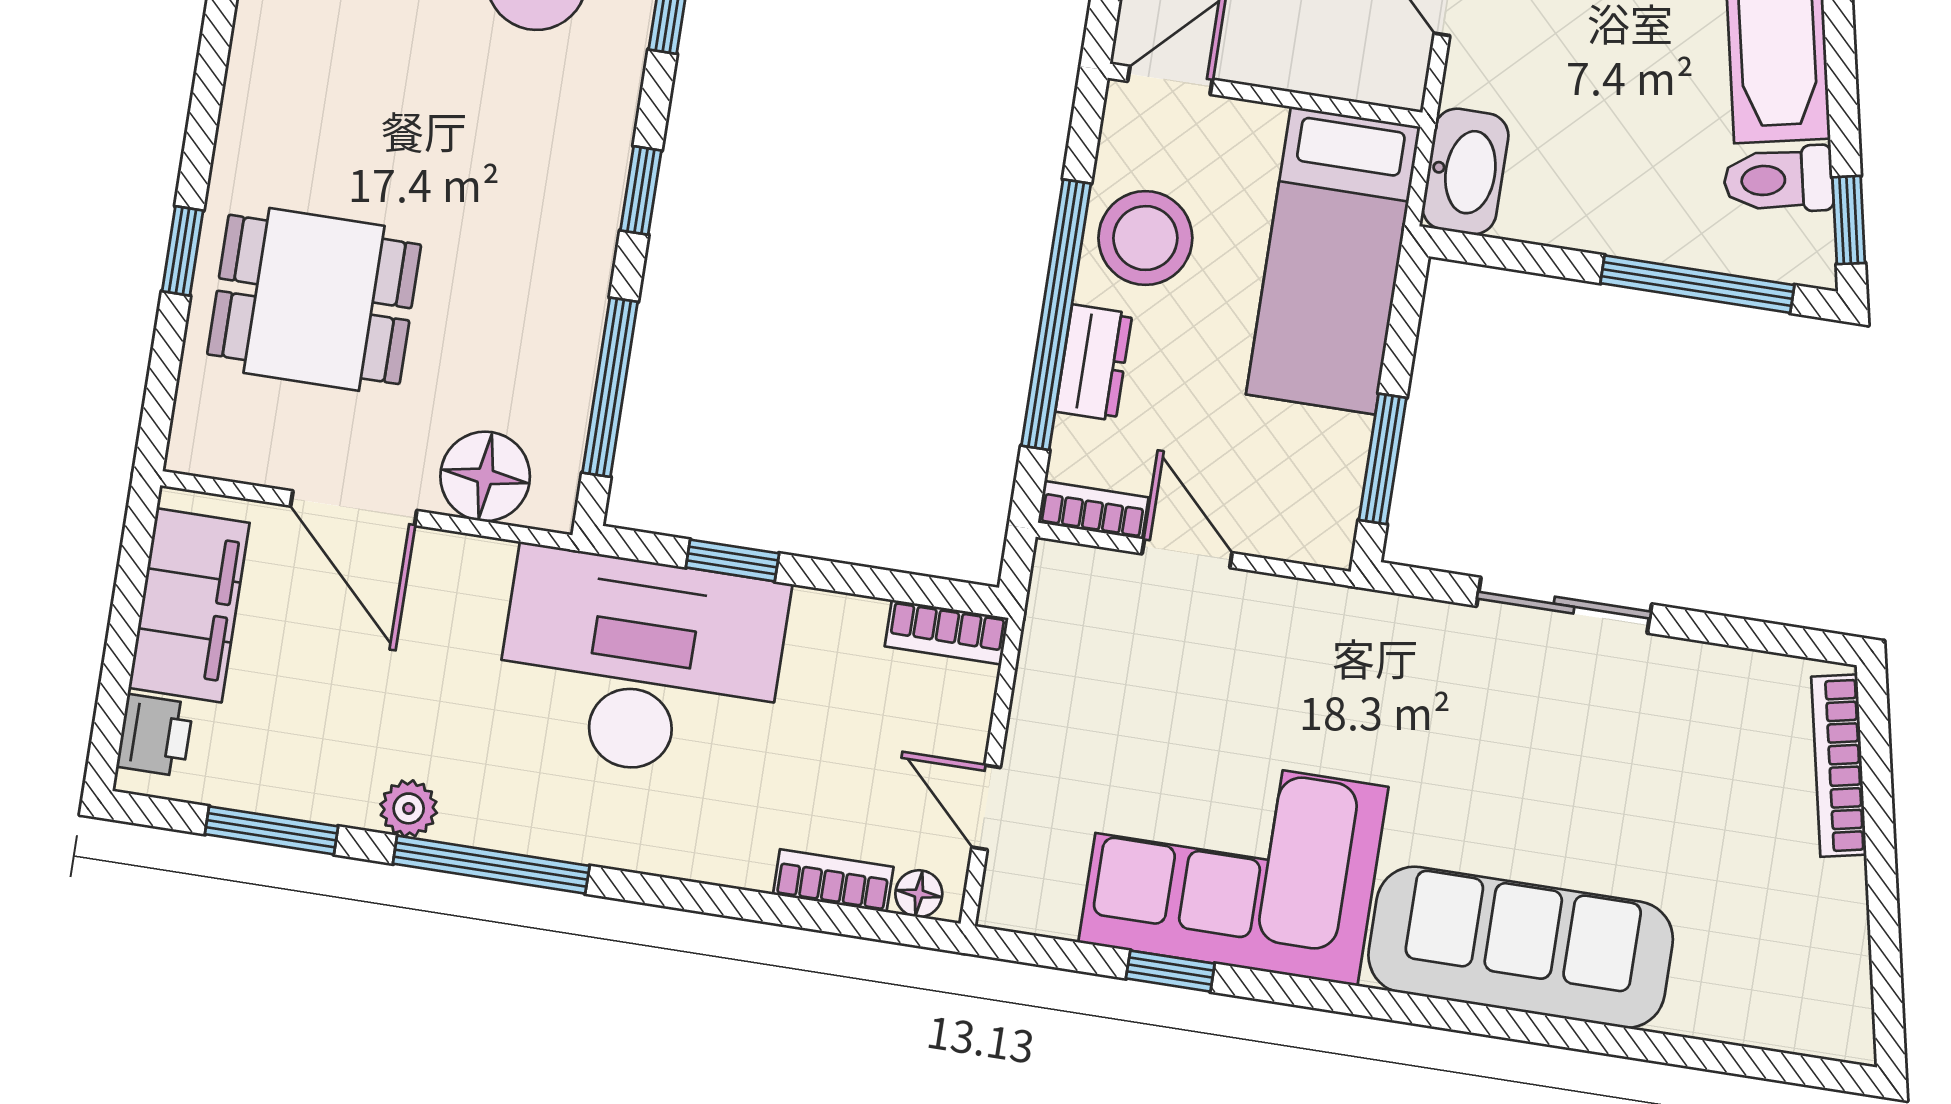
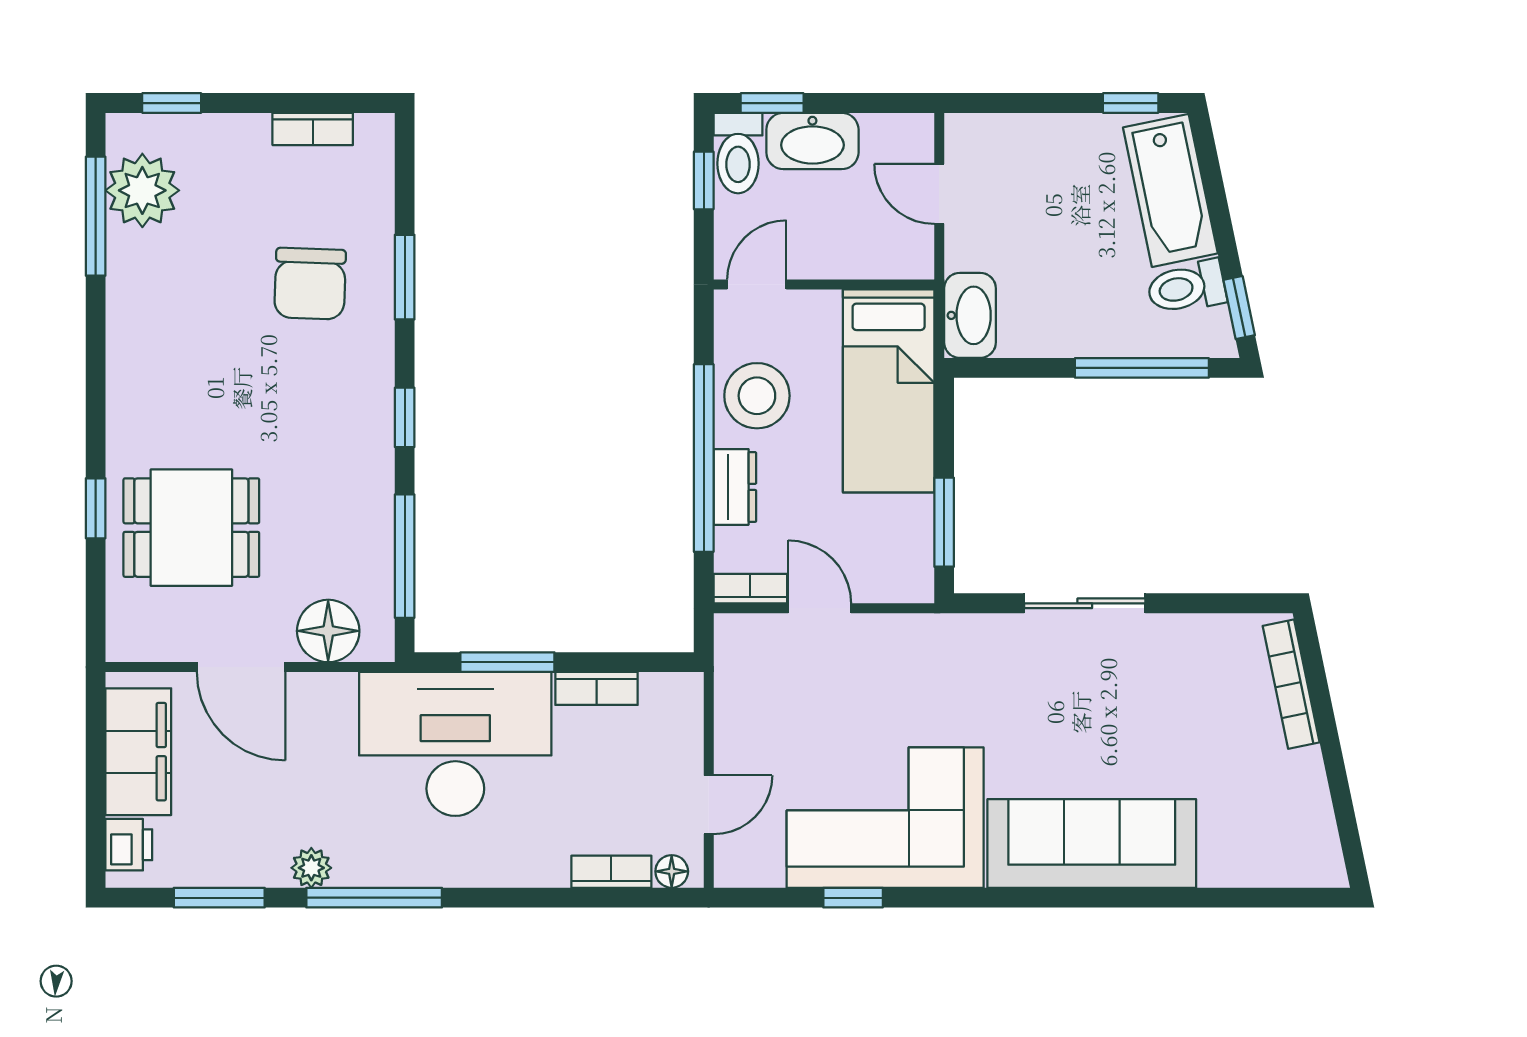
window: (732, 560) -> (507, 662), width x1.50
bookcase: (947, 632) -> (597, 688), moved
door: (986, 807) -> (709, 805), swing flipped

